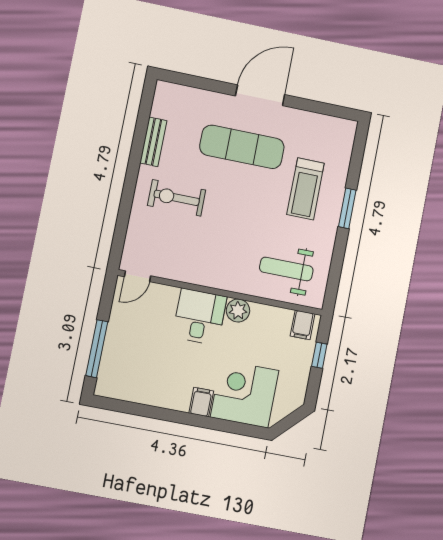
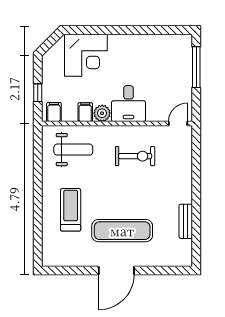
exercise bike: (177, 198) -> (135, 156), moved
window: (347, 208) -> (38, 202), removed
filing cabinet: (201, 402) -> (85, 112), moved, turned 180

